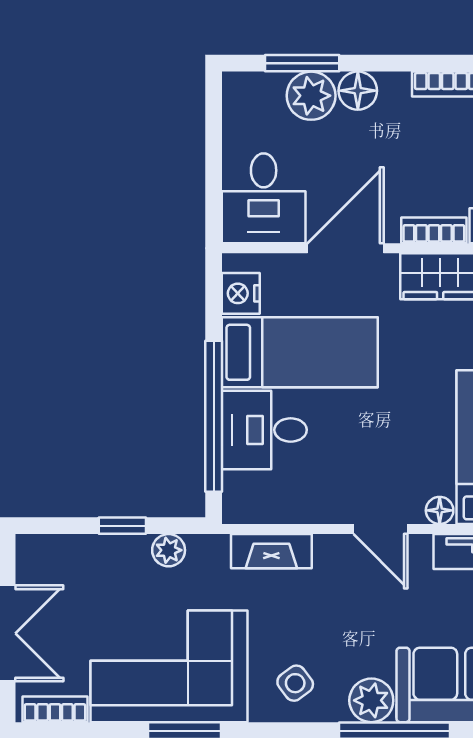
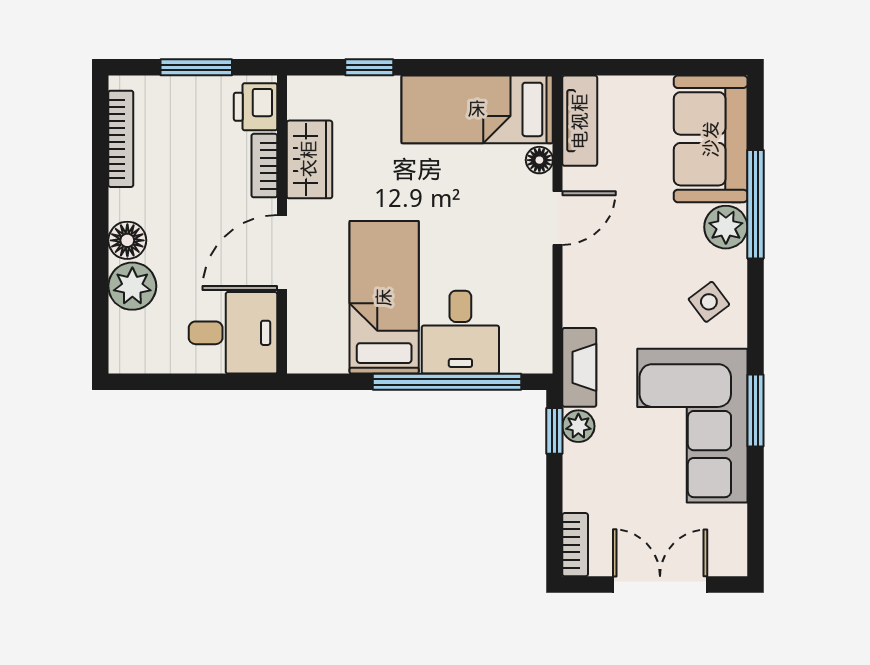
window: (302, 63) -> (100, 295), removed
door: (345, 248) -> (282, 252), hinge flipped
nightstand: (241, 293) -> (326, 355), removed
window: (122, 526) -> (554, 431), moved
fireplace: (271, 551) -> (579, 367), moved
bookcase: (55, 709) -> (575, 545), moved, turned 180

